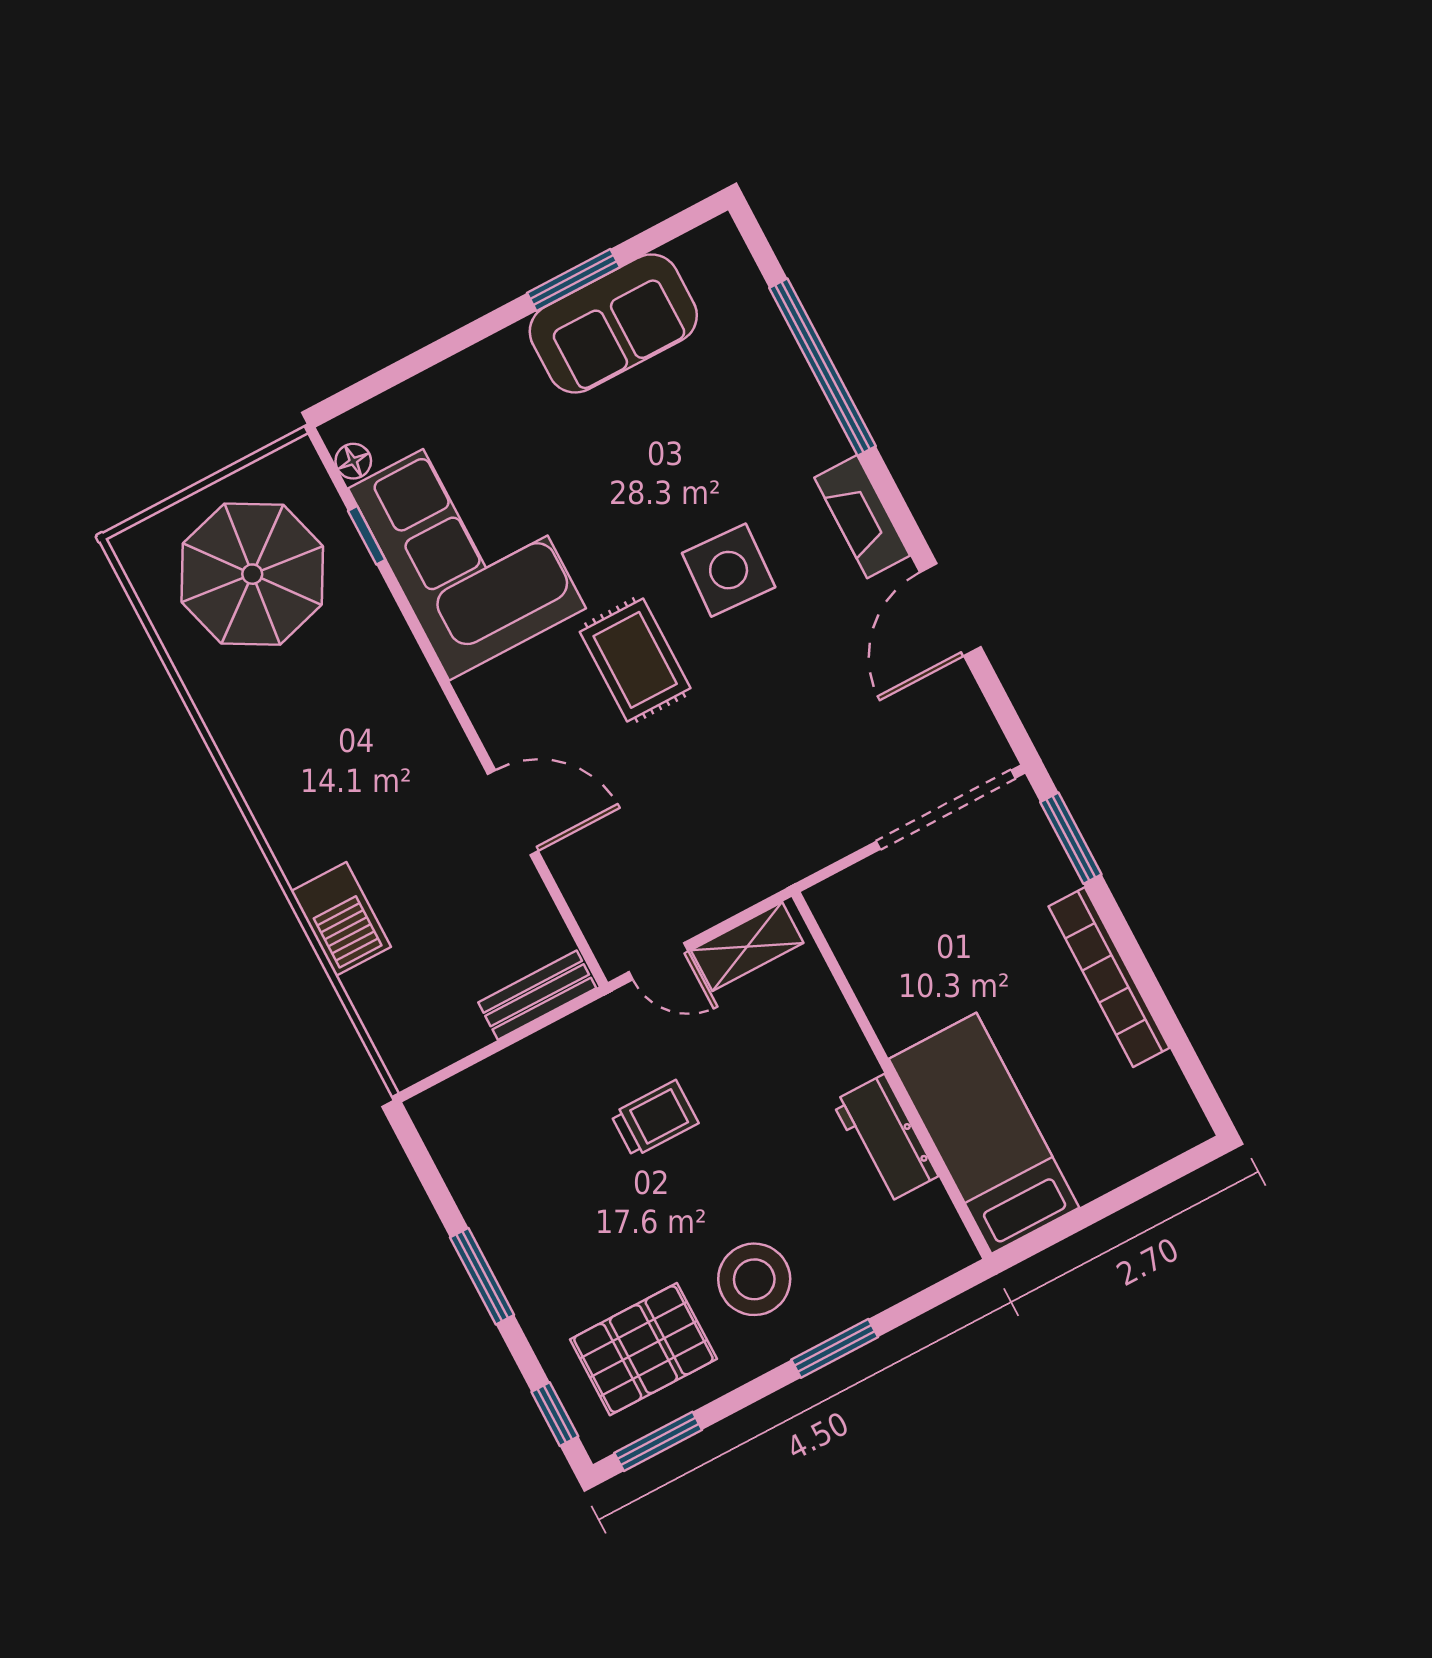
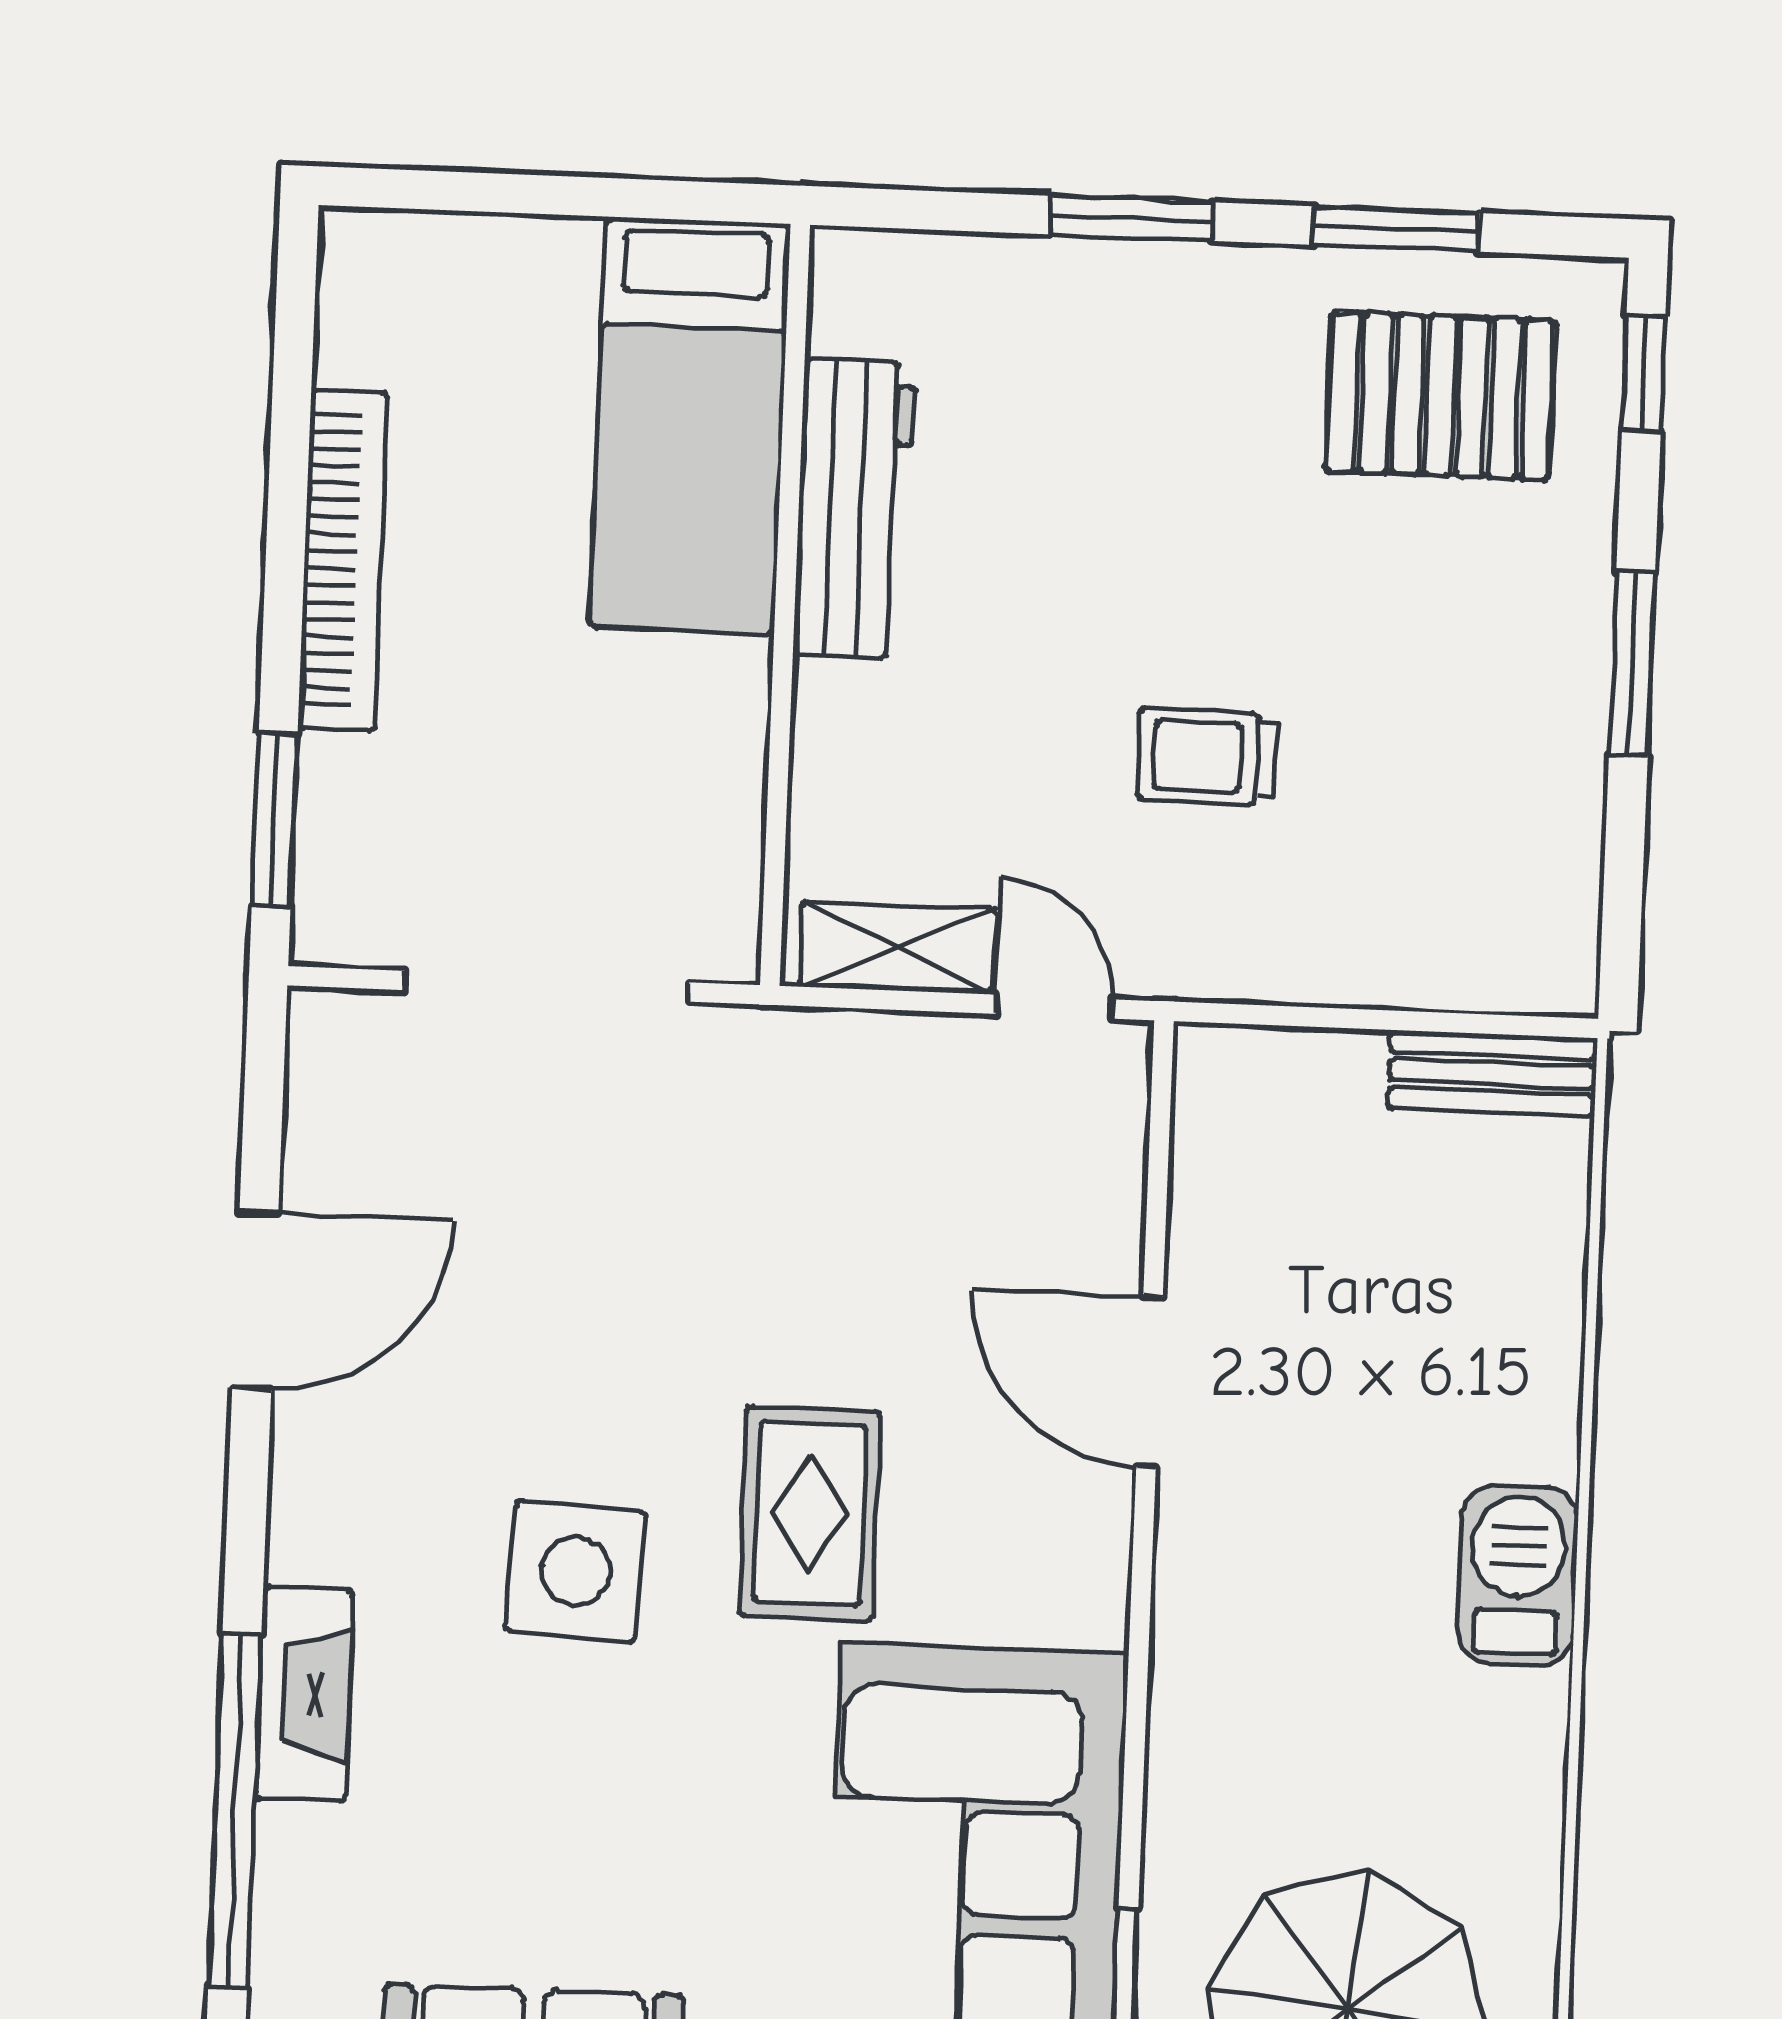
fireplace: (862, 517) -> (304, 1694), moved
doorway: (946, 810) -> (546, 986), moved
barbecue: (341, 919) -> (1518, 1575), moved
bench: (537, 995) -> (1492, 1073), moved
workbench: (885, 1139) -> (854, 509), width x1.38
stool: (754, 1279) -> (1197, 405), removed
window: (658, 1441) -> (1396, 229), moved

